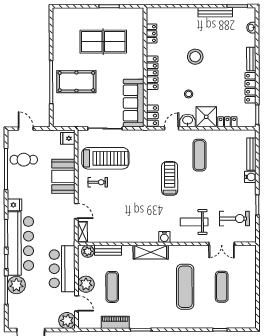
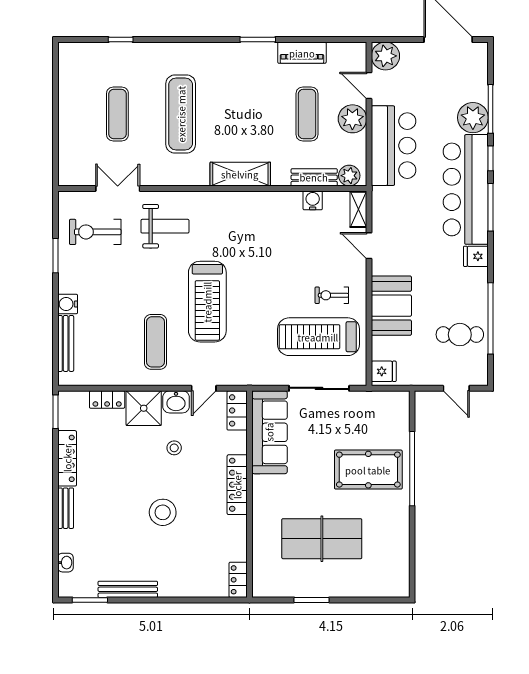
locker: (152, 33) -> (238, 580), moved
treadmill: (170, 178) -> (207, 302), width x1.37, depth x1.38
water cooler: (164, 237) -> (313, 200), moved

